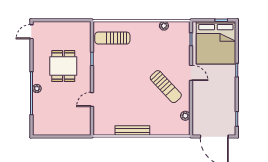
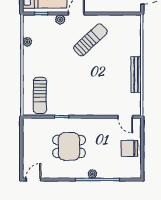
door: (31, 32) -> (33, 180), swing flipped
door: (92, 99) -> (125, 117), moved
plant: (185, 116) -> (60, 20), moved
chair: (62, 124) -> (129, 148), added

